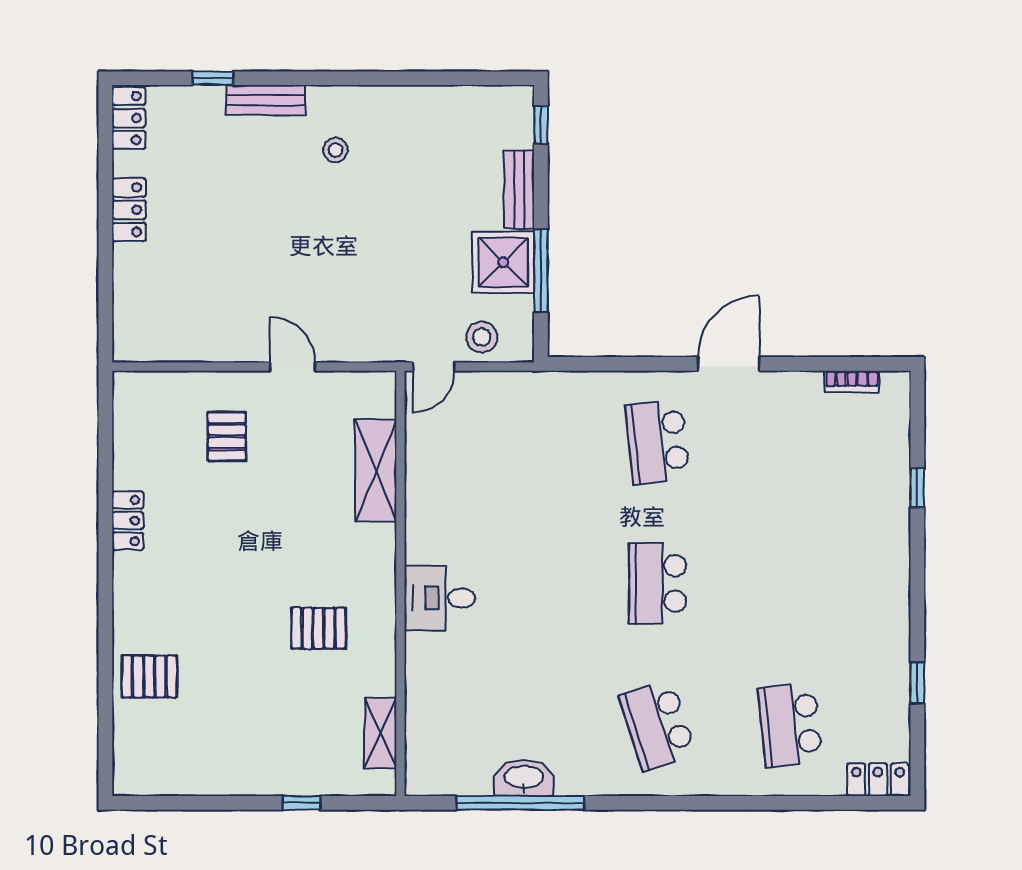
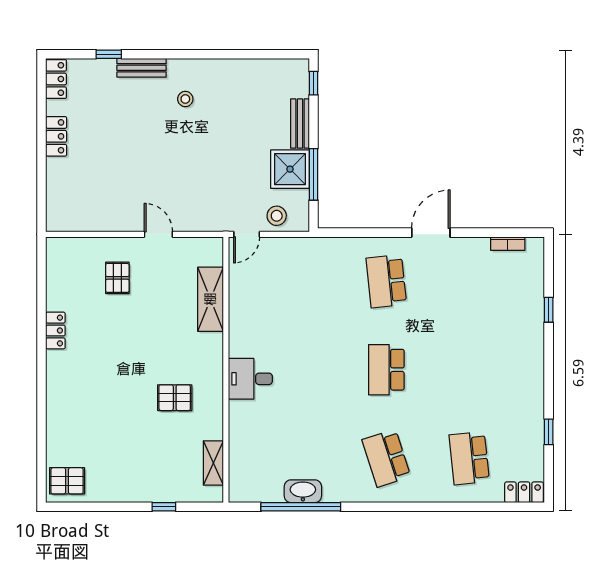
pallet: (149, 676) -> (67, 481), moved

